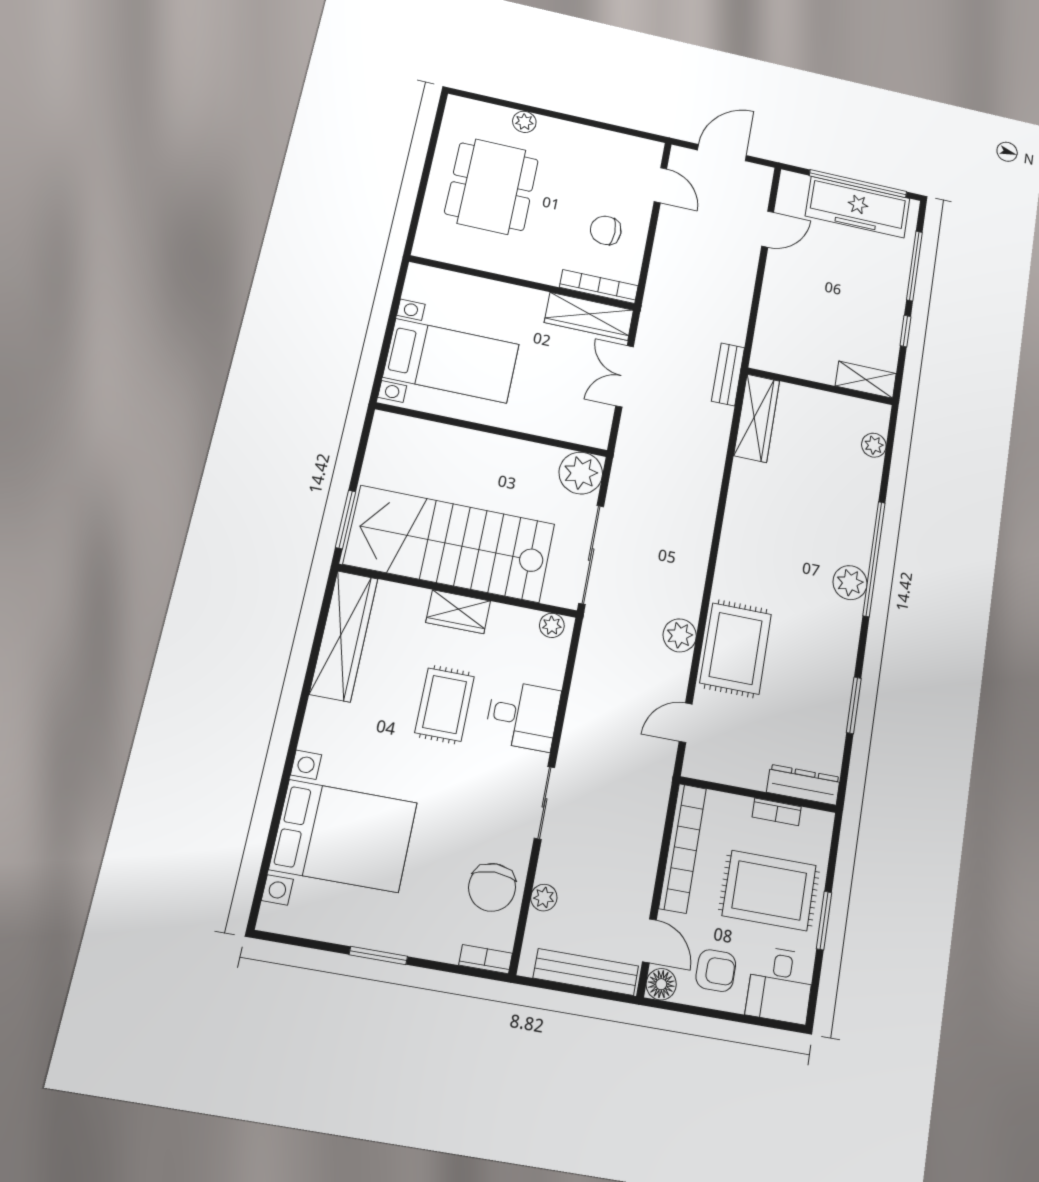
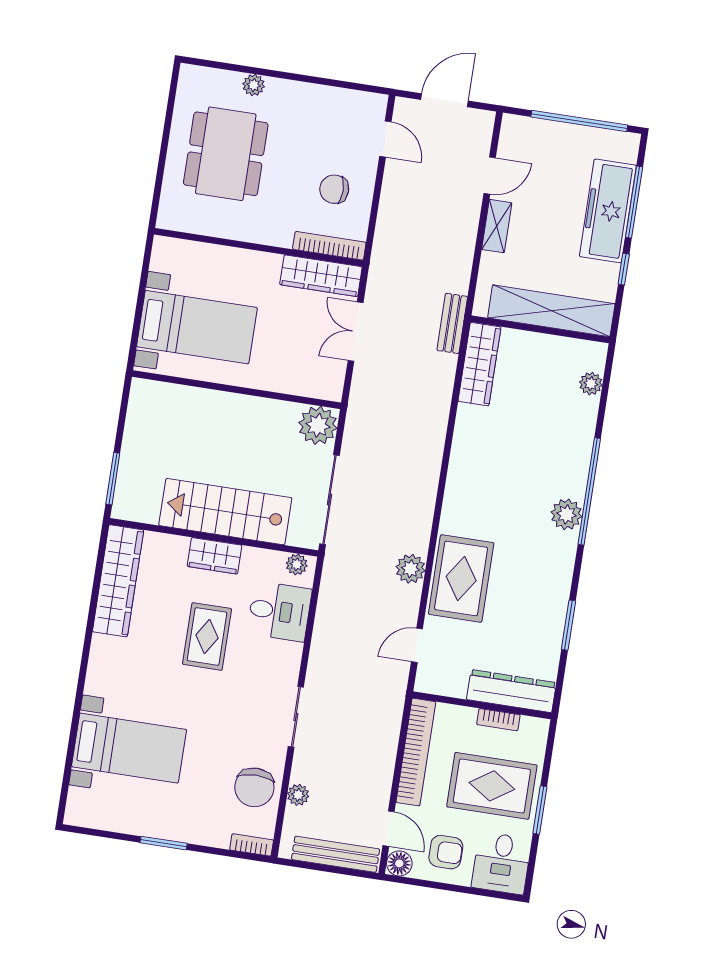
freezer: (858, 207) -> (608, 211), moved, turned 90
shelving: (775, 279) -> (497, 226), added
shelving: (866, 380) -> (551, 311), width x2.20, depth x1.33
stairs: (450, 544) -> (225, 512), width x0.73, depth x0.66
desk: (523, 715) -> (279, 611), moved
dresser: (803, 785) -> (511, 691), width x1.37, depth x1.24
bed with nightstands: (343, 836) -> (129, 748), width x0.73

